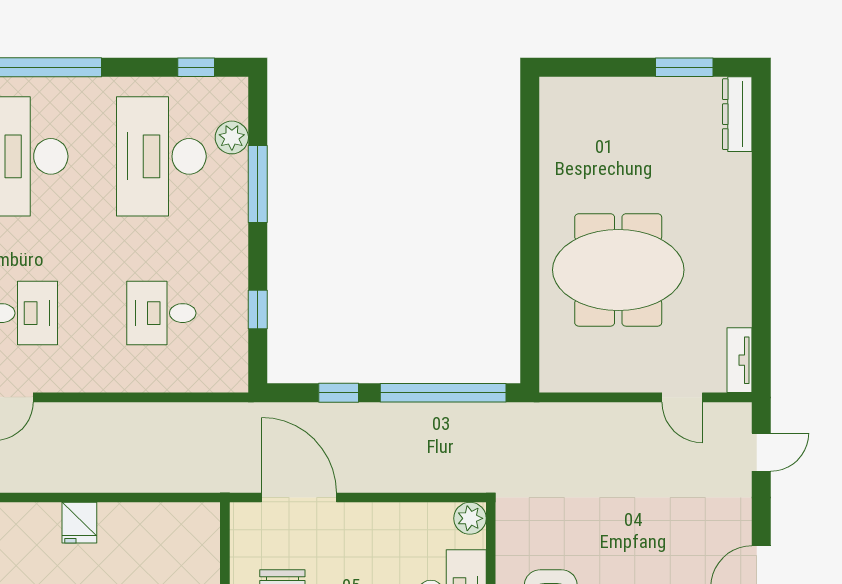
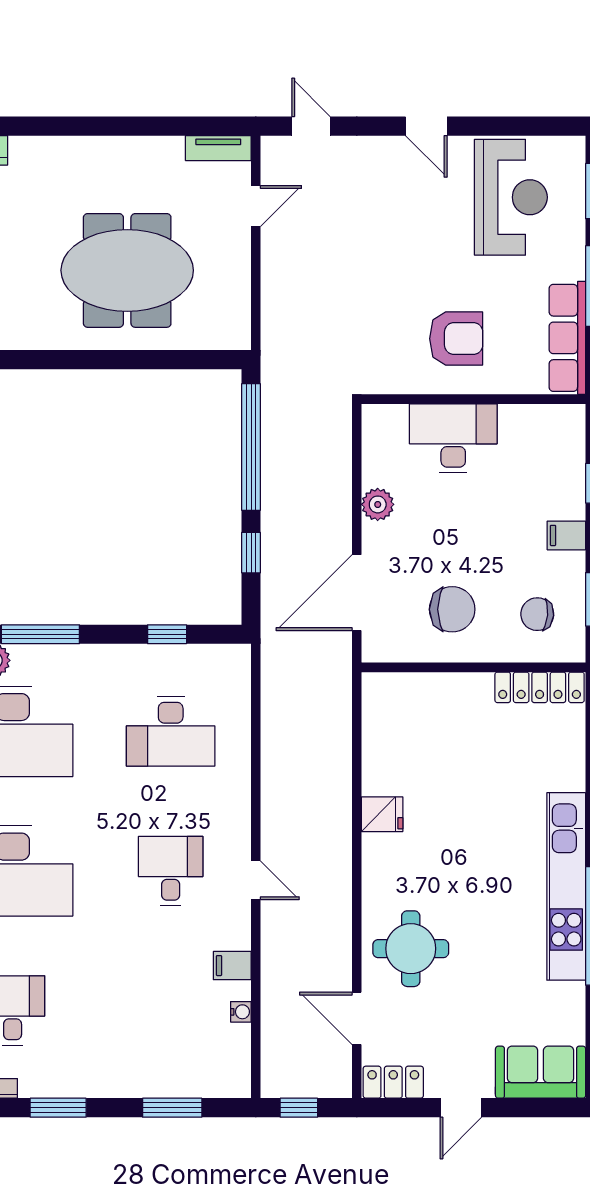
meeting table: (618, 270) -> (127, 270), turned 90
desk: (161, 313) -> (171, 731), width x1.37
plant: (470, 518) -> (378, 504), moved

